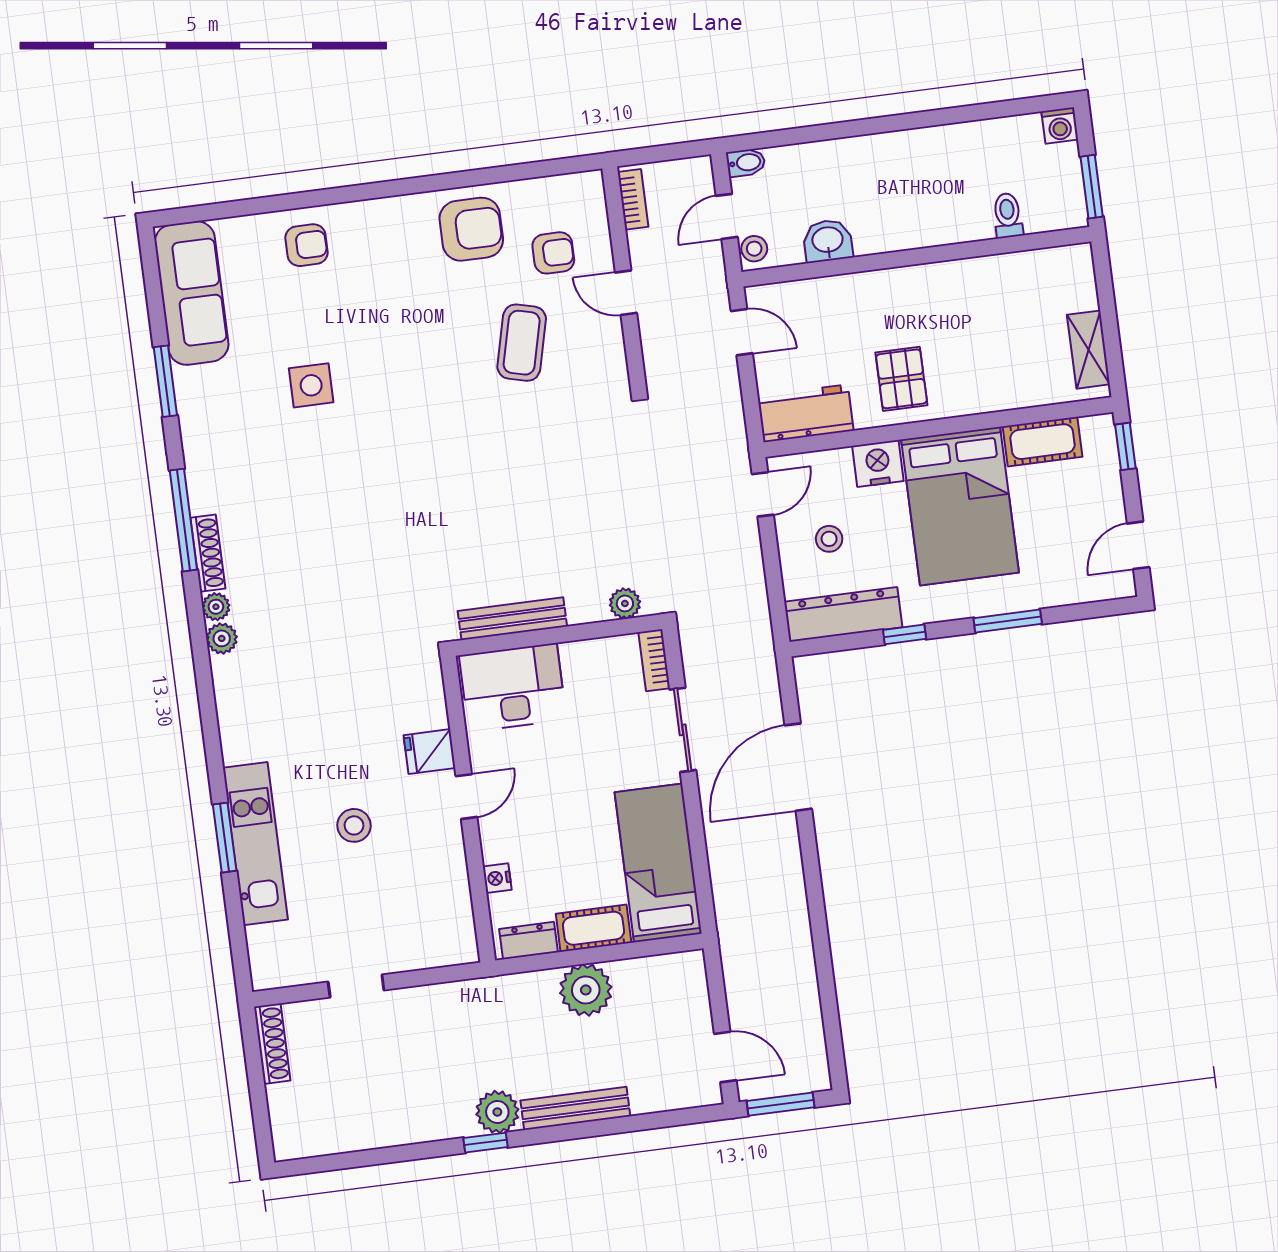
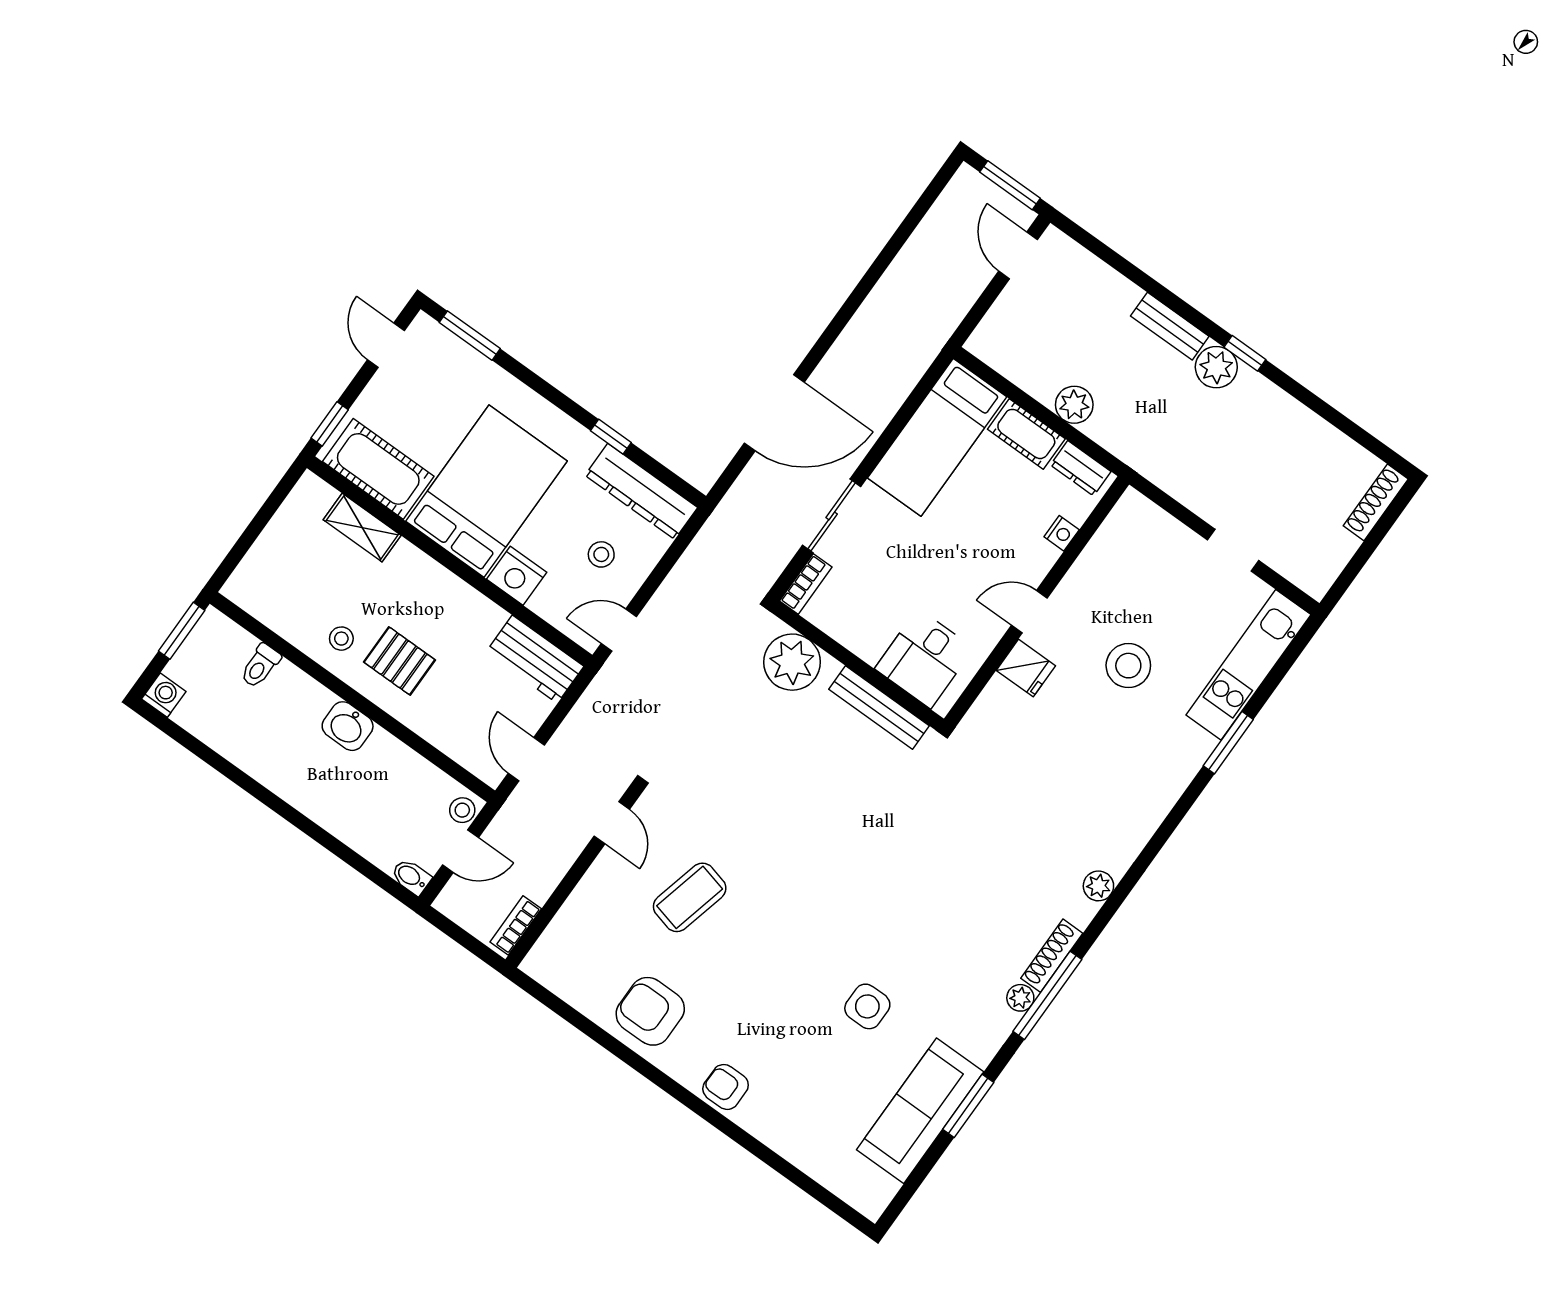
washbasin: (828, 241) -> (348, 726), moved
armchair: (307, 245) -> (726, 1087), moved
armchair: (553, 253) -> (608, 940), removed
sofa: (192, 293) -> (920, 1111), moved
door: (626, 293) -> (612, 823), moved
stool: (966, 293) -> (341, 639), added
shelving: (1088, 350) -> (362, 528), moved, turned 90
pallet: (901, 379) -> (399, 661), moved, turned 90
cot: (1043, 442) -> (378, 469), width x1.37, depth x1.34
door: (1138, 545) -> (386, 345), swing flipped
plant: (625, 603) -> (792, 662), width x1.87, depth x1.87
plant: (216, 607) -> (1020, 998), moved
window: (1008, 621) -> (470, 336), moved
desk: (513, 687) -> (924, 658), width x0.73
stool: (354, 825) -> (1128, 666), width x1.38, depth x1.38
kitchen unit: (255, 844) -> (1248, 665), moved
plant: (586, 990) -> (1074, 405), width x0.73, depth x0.73
shoe rack: (272, 1044) -> (1376, 502), moved
bench: (575, 1108) -> (1170, 326), width x0.73

